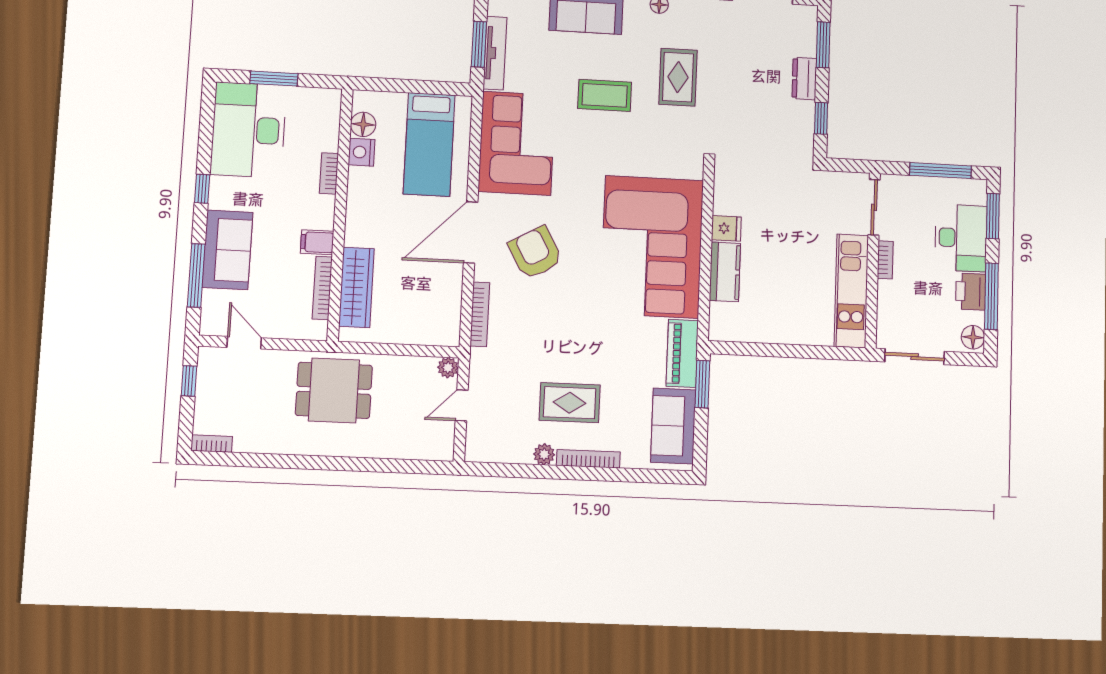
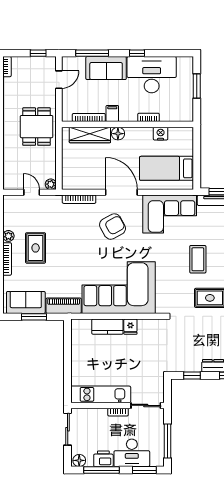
floor lamp: (363, 124) -> (118, 134), moved
desk: (248, 130) -> (152, 75), moved
window: (702, 384) -> (34, 317), moved

